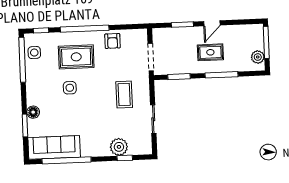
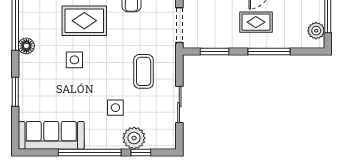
side table: (34, 53) -> (115, 108), moved
floor lamp: (33, 112) -> (26, 46), moved
window: (25, 125) -> (15, 92), moved
window: (67, 160) -> (90, 152), moved

